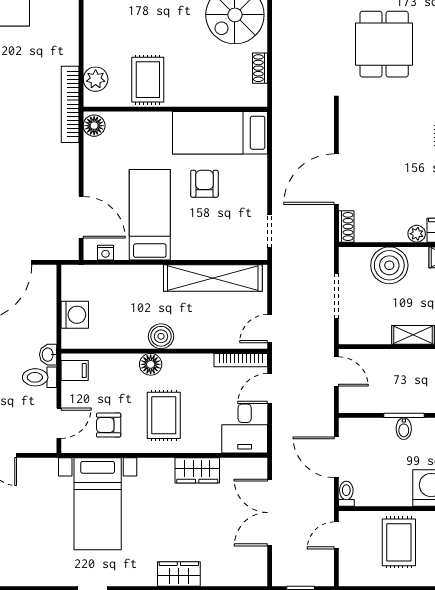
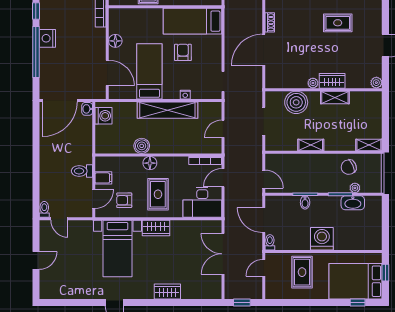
floor lamp: (94, 126) -> (115, 41), moved
shoe rack: (346, 227) -> (270, 22), moved
nightstand: (106, 253) -> (185, 95), moved
shelving: (213, 278) -> (167, 110), moved
washing machine: (75, 315) -> (103, 116), moved
door: (270, 329) -> (223, 129), moved
boiler: (161, 336) -> (142, 146), moved
washbasin: (48, 355) -> (87, 109), moved
filing cabinet: (75, 371) -> (103, 178), moved
door: (336, 371) -> (264, 179), moved
desk: (245, 428) -> (202, 202), width x1.37
wardrobe: (197, 470) -> (156, 228), moved

